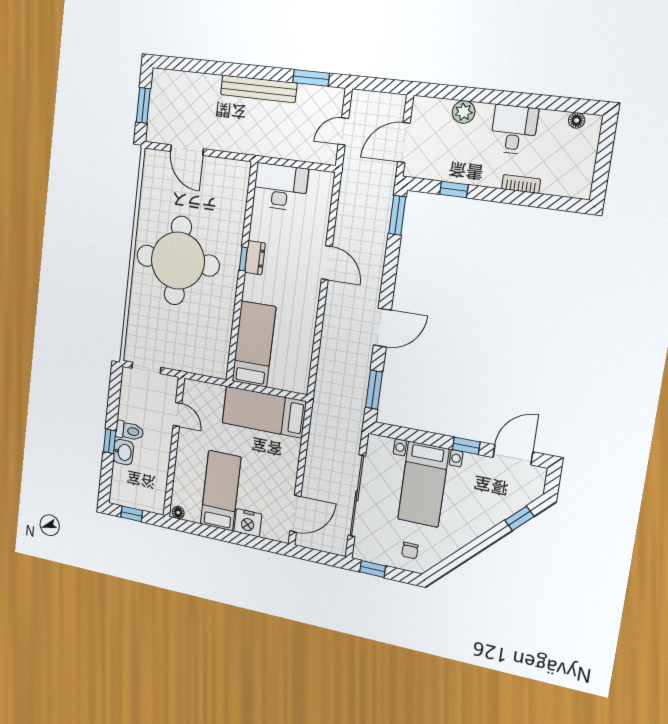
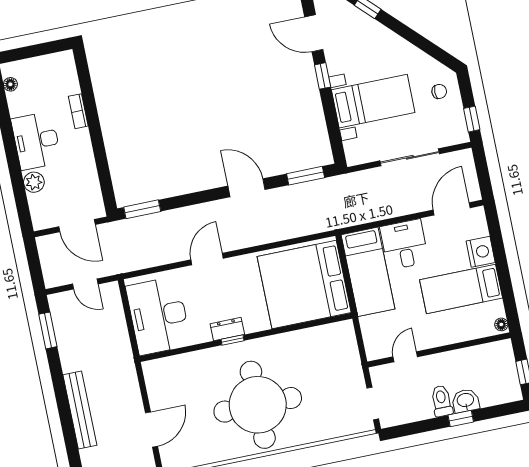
bench: (259, 89) -> (80, 410), moved
desk: (514, 130) -> (36, 141), width x1.37
desk: (280, 187) -> (158, 316), width x1.36, depth x1.30
window: (454, 190) -> (103, 167), removed
bed: (254, 344) -> (304, 285), width x2.04
desk: (278, 456) -> (404, 244), added
sliding door: (357, 496) -> (410, 157), width x0.73
door: (295, 514) -> (452, 209), hinge flipped

